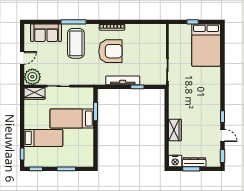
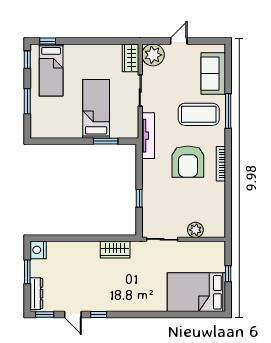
plant: (160, 46) -> (195, 230), added
door: (22, 58) -> (179, 41), swing flipped
tv unit: (123, 80) -> (148, 136), moved
wardrobe: (175, 130) -> (115, 250), moved
door: (222, 135) -> (73, 315), hinge flipped
bed: (43, 138) -> (51, 70), moved
dresser: (194, 162) -> (36, 294), moved

